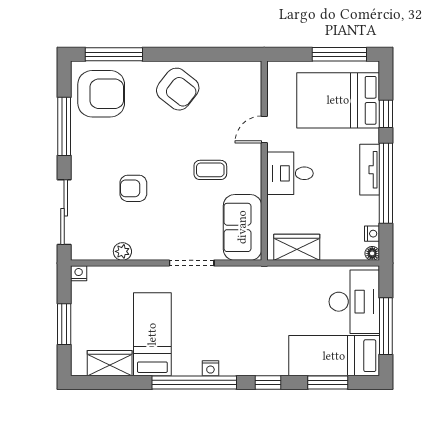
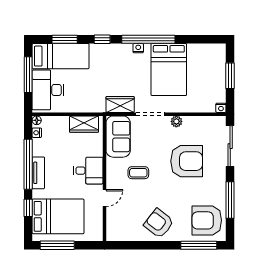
armchair: (133, 188) -> (187, 161), width x1.88, depth x1.88
plant: (122, 251) -> (176, 121), moved
bed: (152, 334) -> (169, 69), width x1.50
wardrobe: (110, 363) -> (120, 104), moved, turned 180

